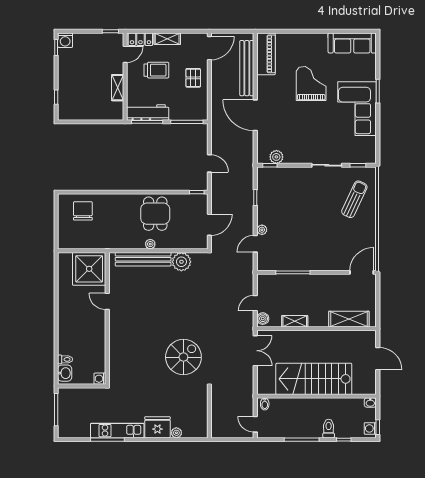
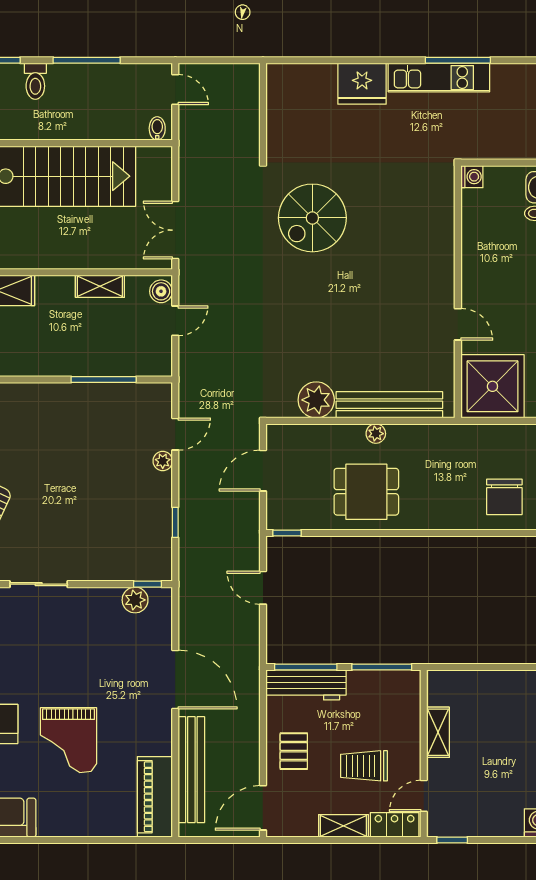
workbench: (148, 112) -> (306, 685), moved
dining table: (155, 214) -> (366, 492), turned 90
plant: (176, 433) -> (326, 73), removed

